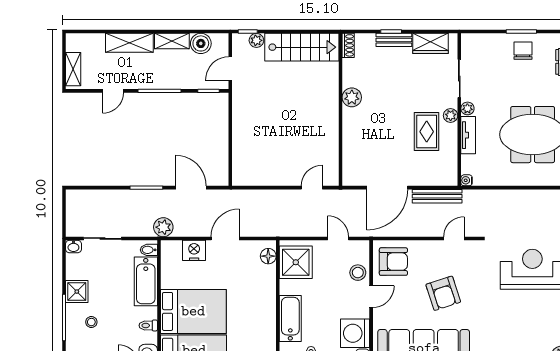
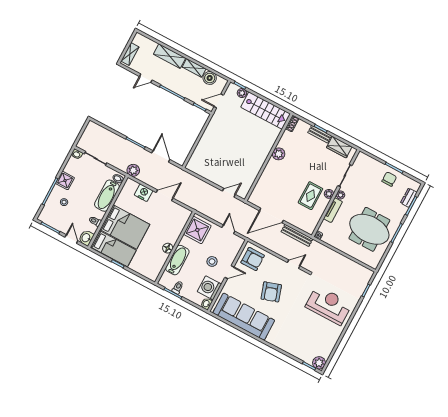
floor lamp: (268, 256) -> (168, 248), moved
stool: (358, 273) -> (212, 261), moved

